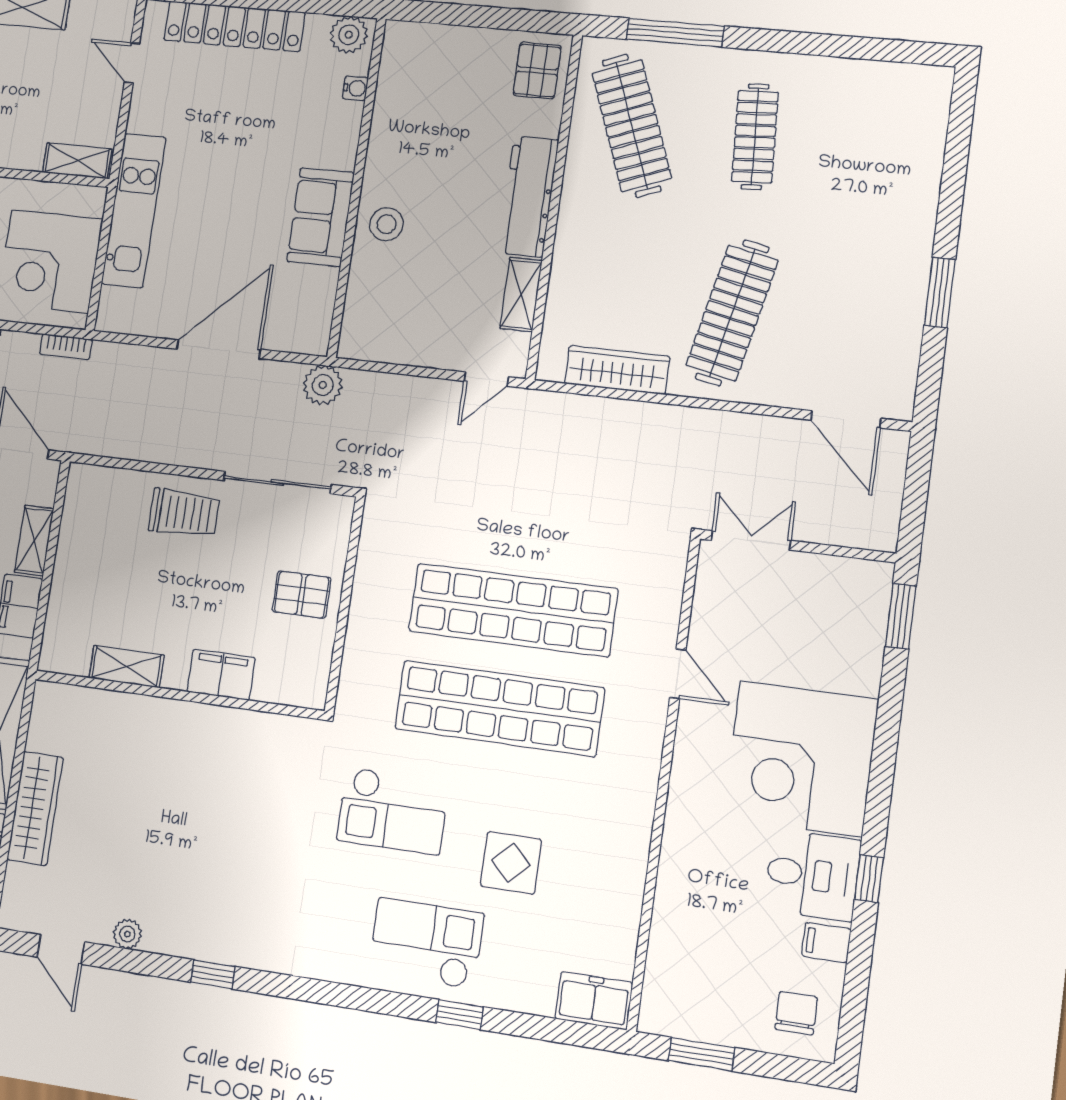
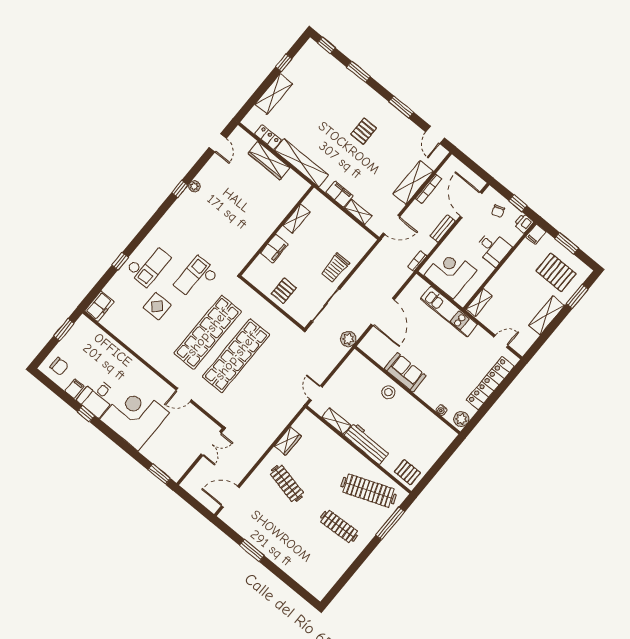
clothes rail: (732, 313) -> (287, 483), width x0.73, depth x0.76
wardrobe: (617, 370) -> (288, 441), width x0.67
plant: (127, 934) -> (194, 186), moved
door: (61, 949) -> (218, 143), swing flipped

